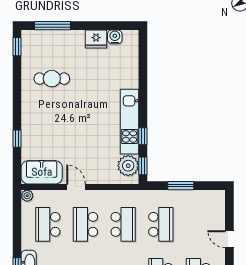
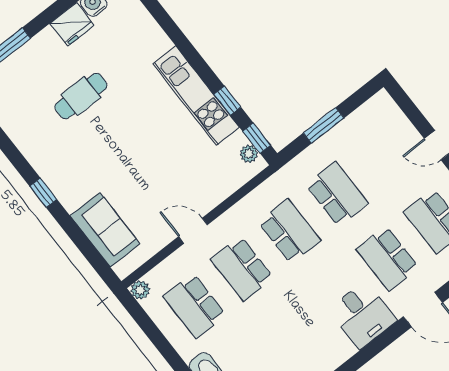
cafe table: (52, 79) -> (81, 96), moved
window: (17, 139) -> (43, 193), moved
plant: (128, 166) -> (249, 154), width x0.53, depth x0.53
sofa: (42, 172) -> (105, 230), moved, turned 90

